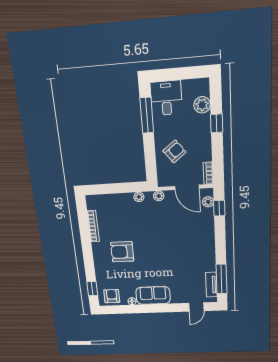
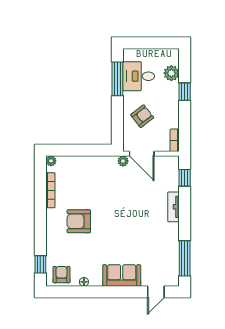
desk: (166, 98) -> (139, 76), moved, turned -90
door: (187, 187) -> (142, 154), moved
plant: (139, 197) -> (51, 161), moved
plant: (208, 202) -> (174, 170), removed
tv unit: (211, 285) -> (174, 207), moved
sofa: (153, 295) -> (122, 275), moved

